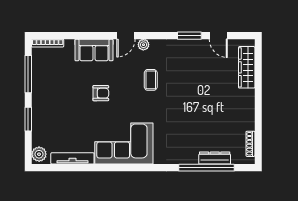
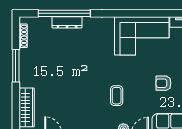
window: (258, 112) -> (16, 66), added
dresser: (215, 158) -> (67, 22), moved

